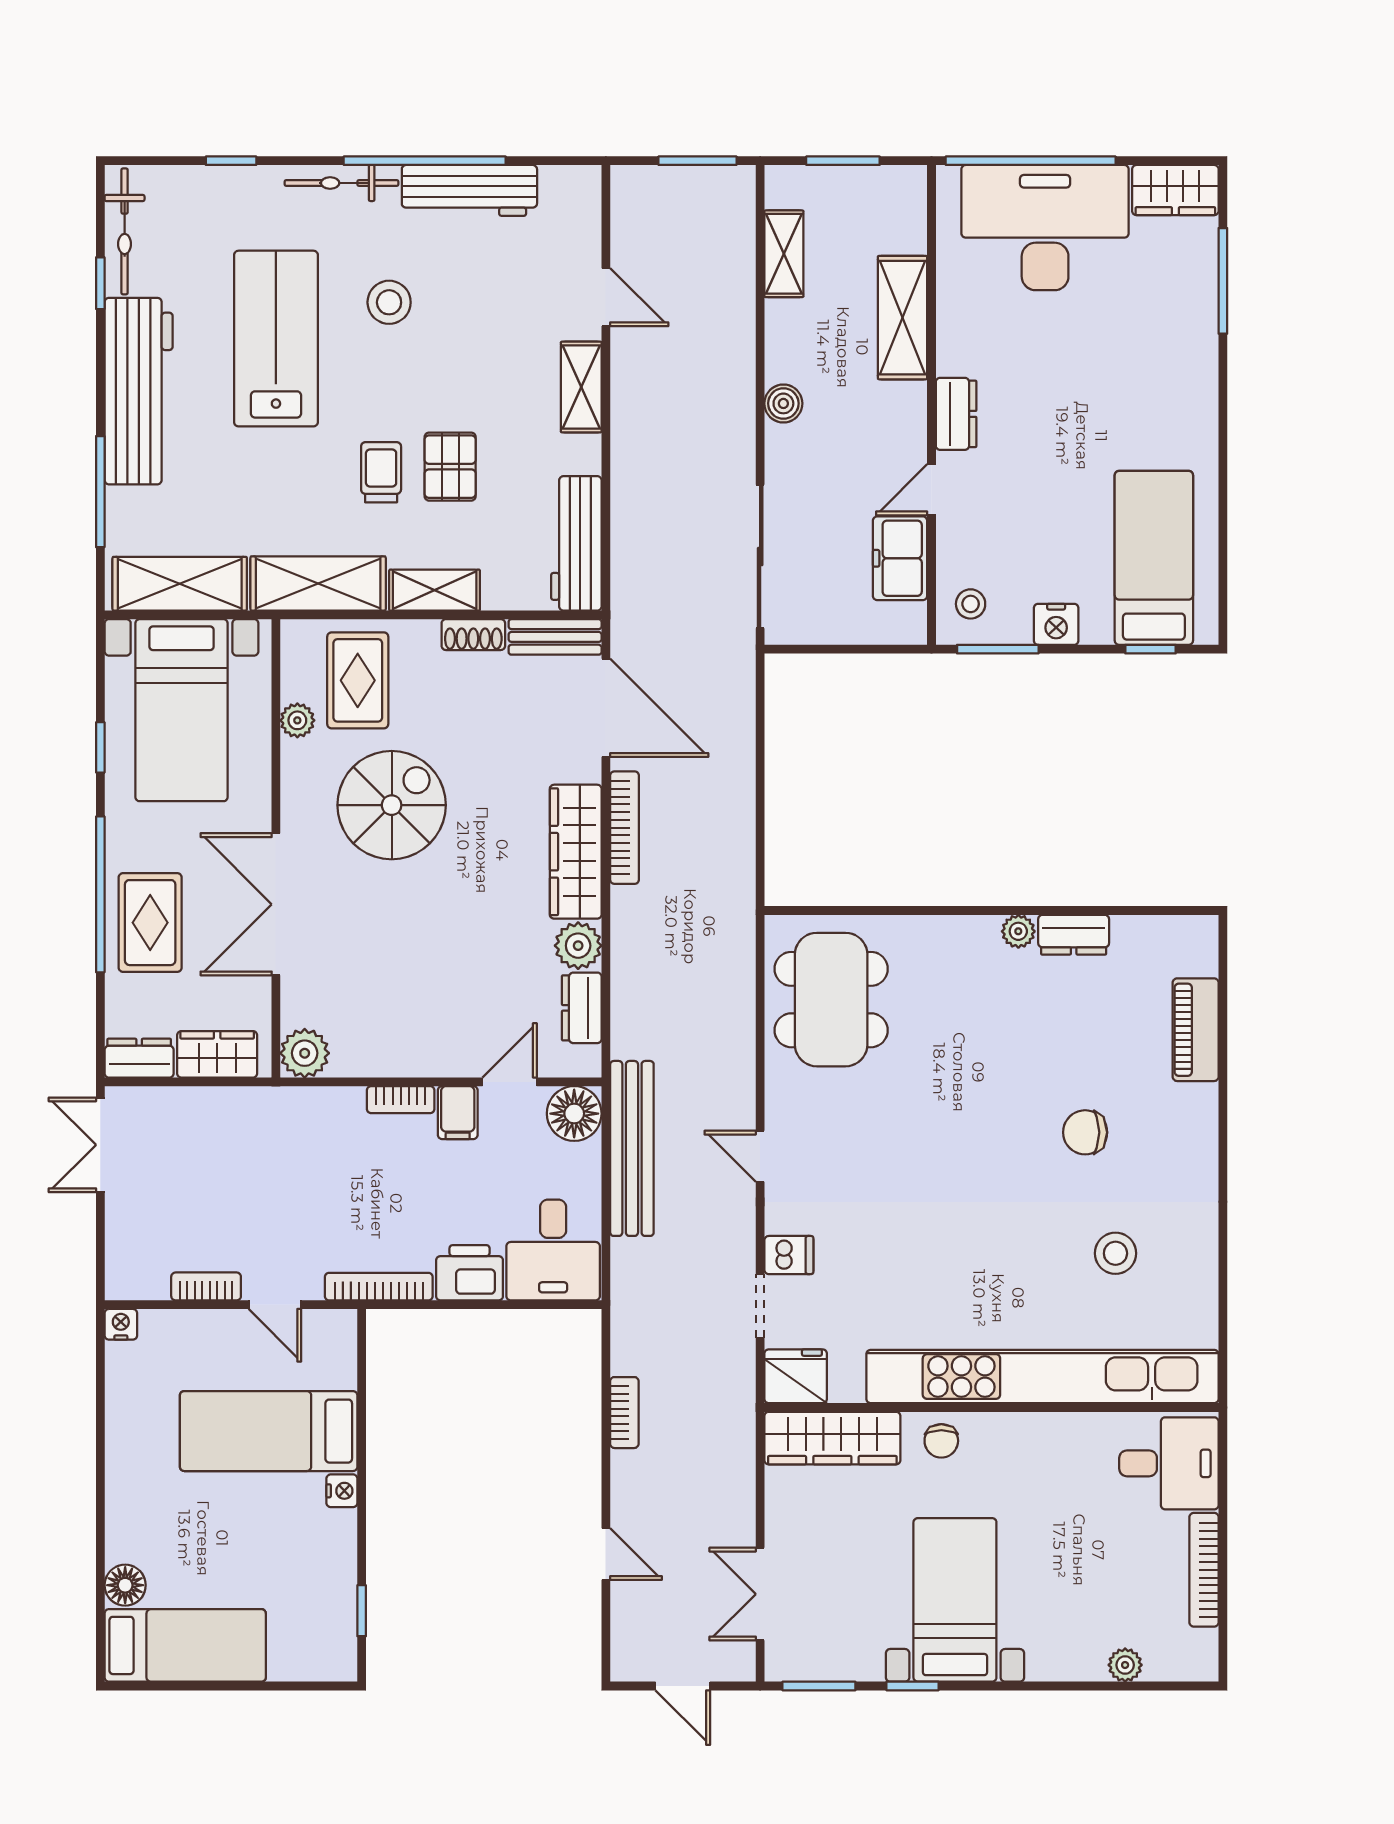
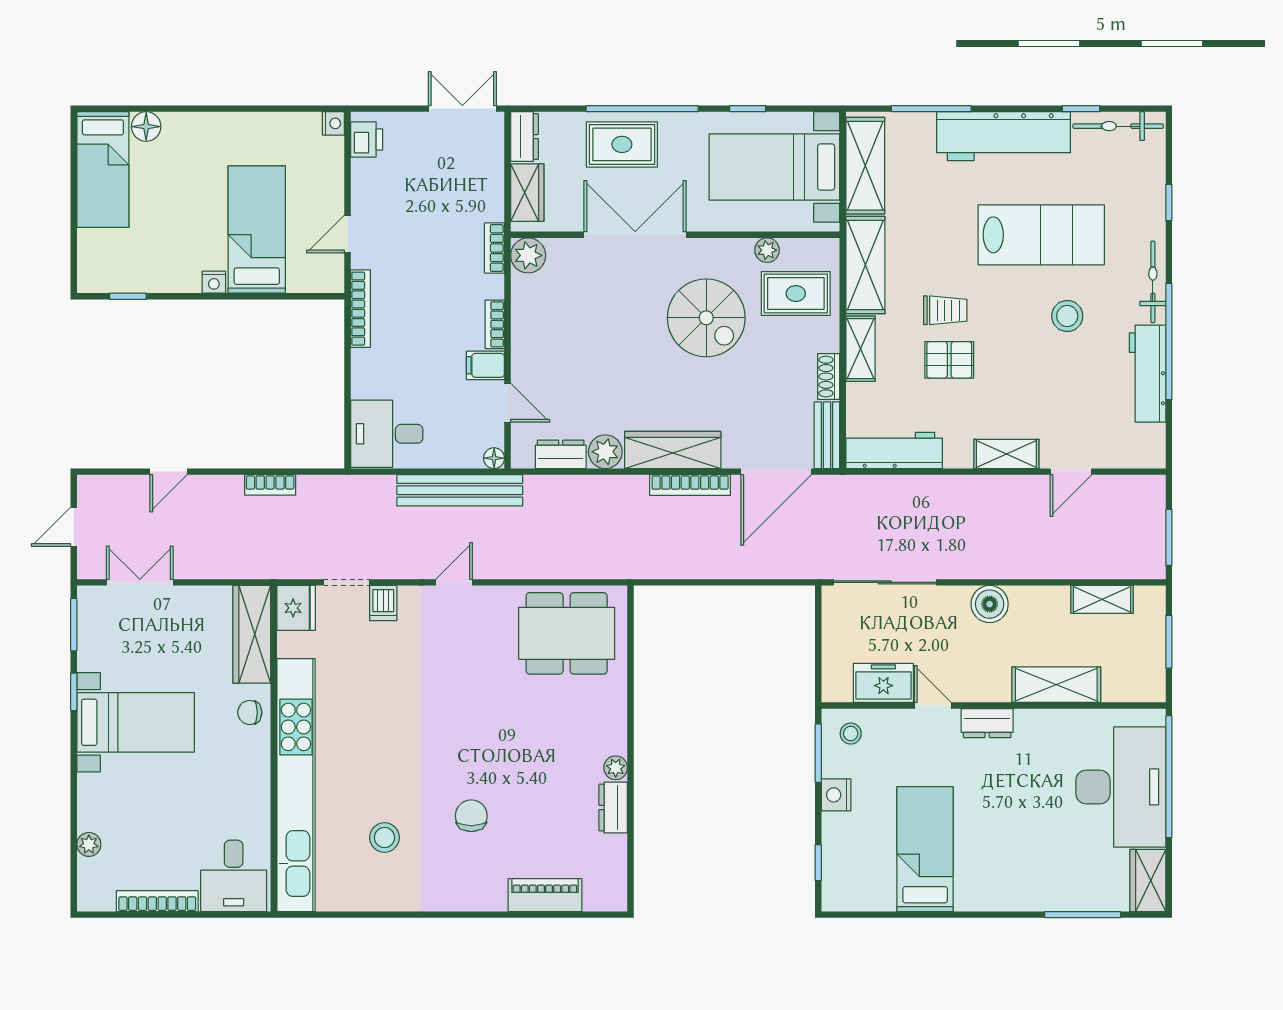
boiler: (783, 403) -> (990, 604), width x1.36, depth x1.36
bed: (1154, 558) -> (925, 849), moved, turned -90
floor lamp: (574, 1114) -> (494, 458), width x0.53, depth x0.53
printer: (470, 1273) -> (367, 140), moved, width x0.73, depth x0.81
bookcase: (206, 1286) -> (494, 248), moved, turned 180

